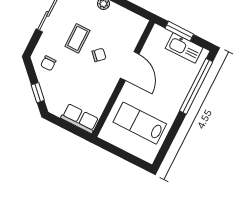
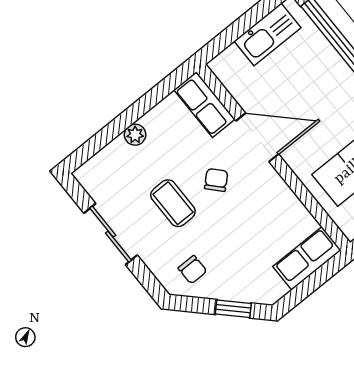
window: (179, 31) -> (236, 30), removed
row of seats: (134, 32) -> (204, 105), added

